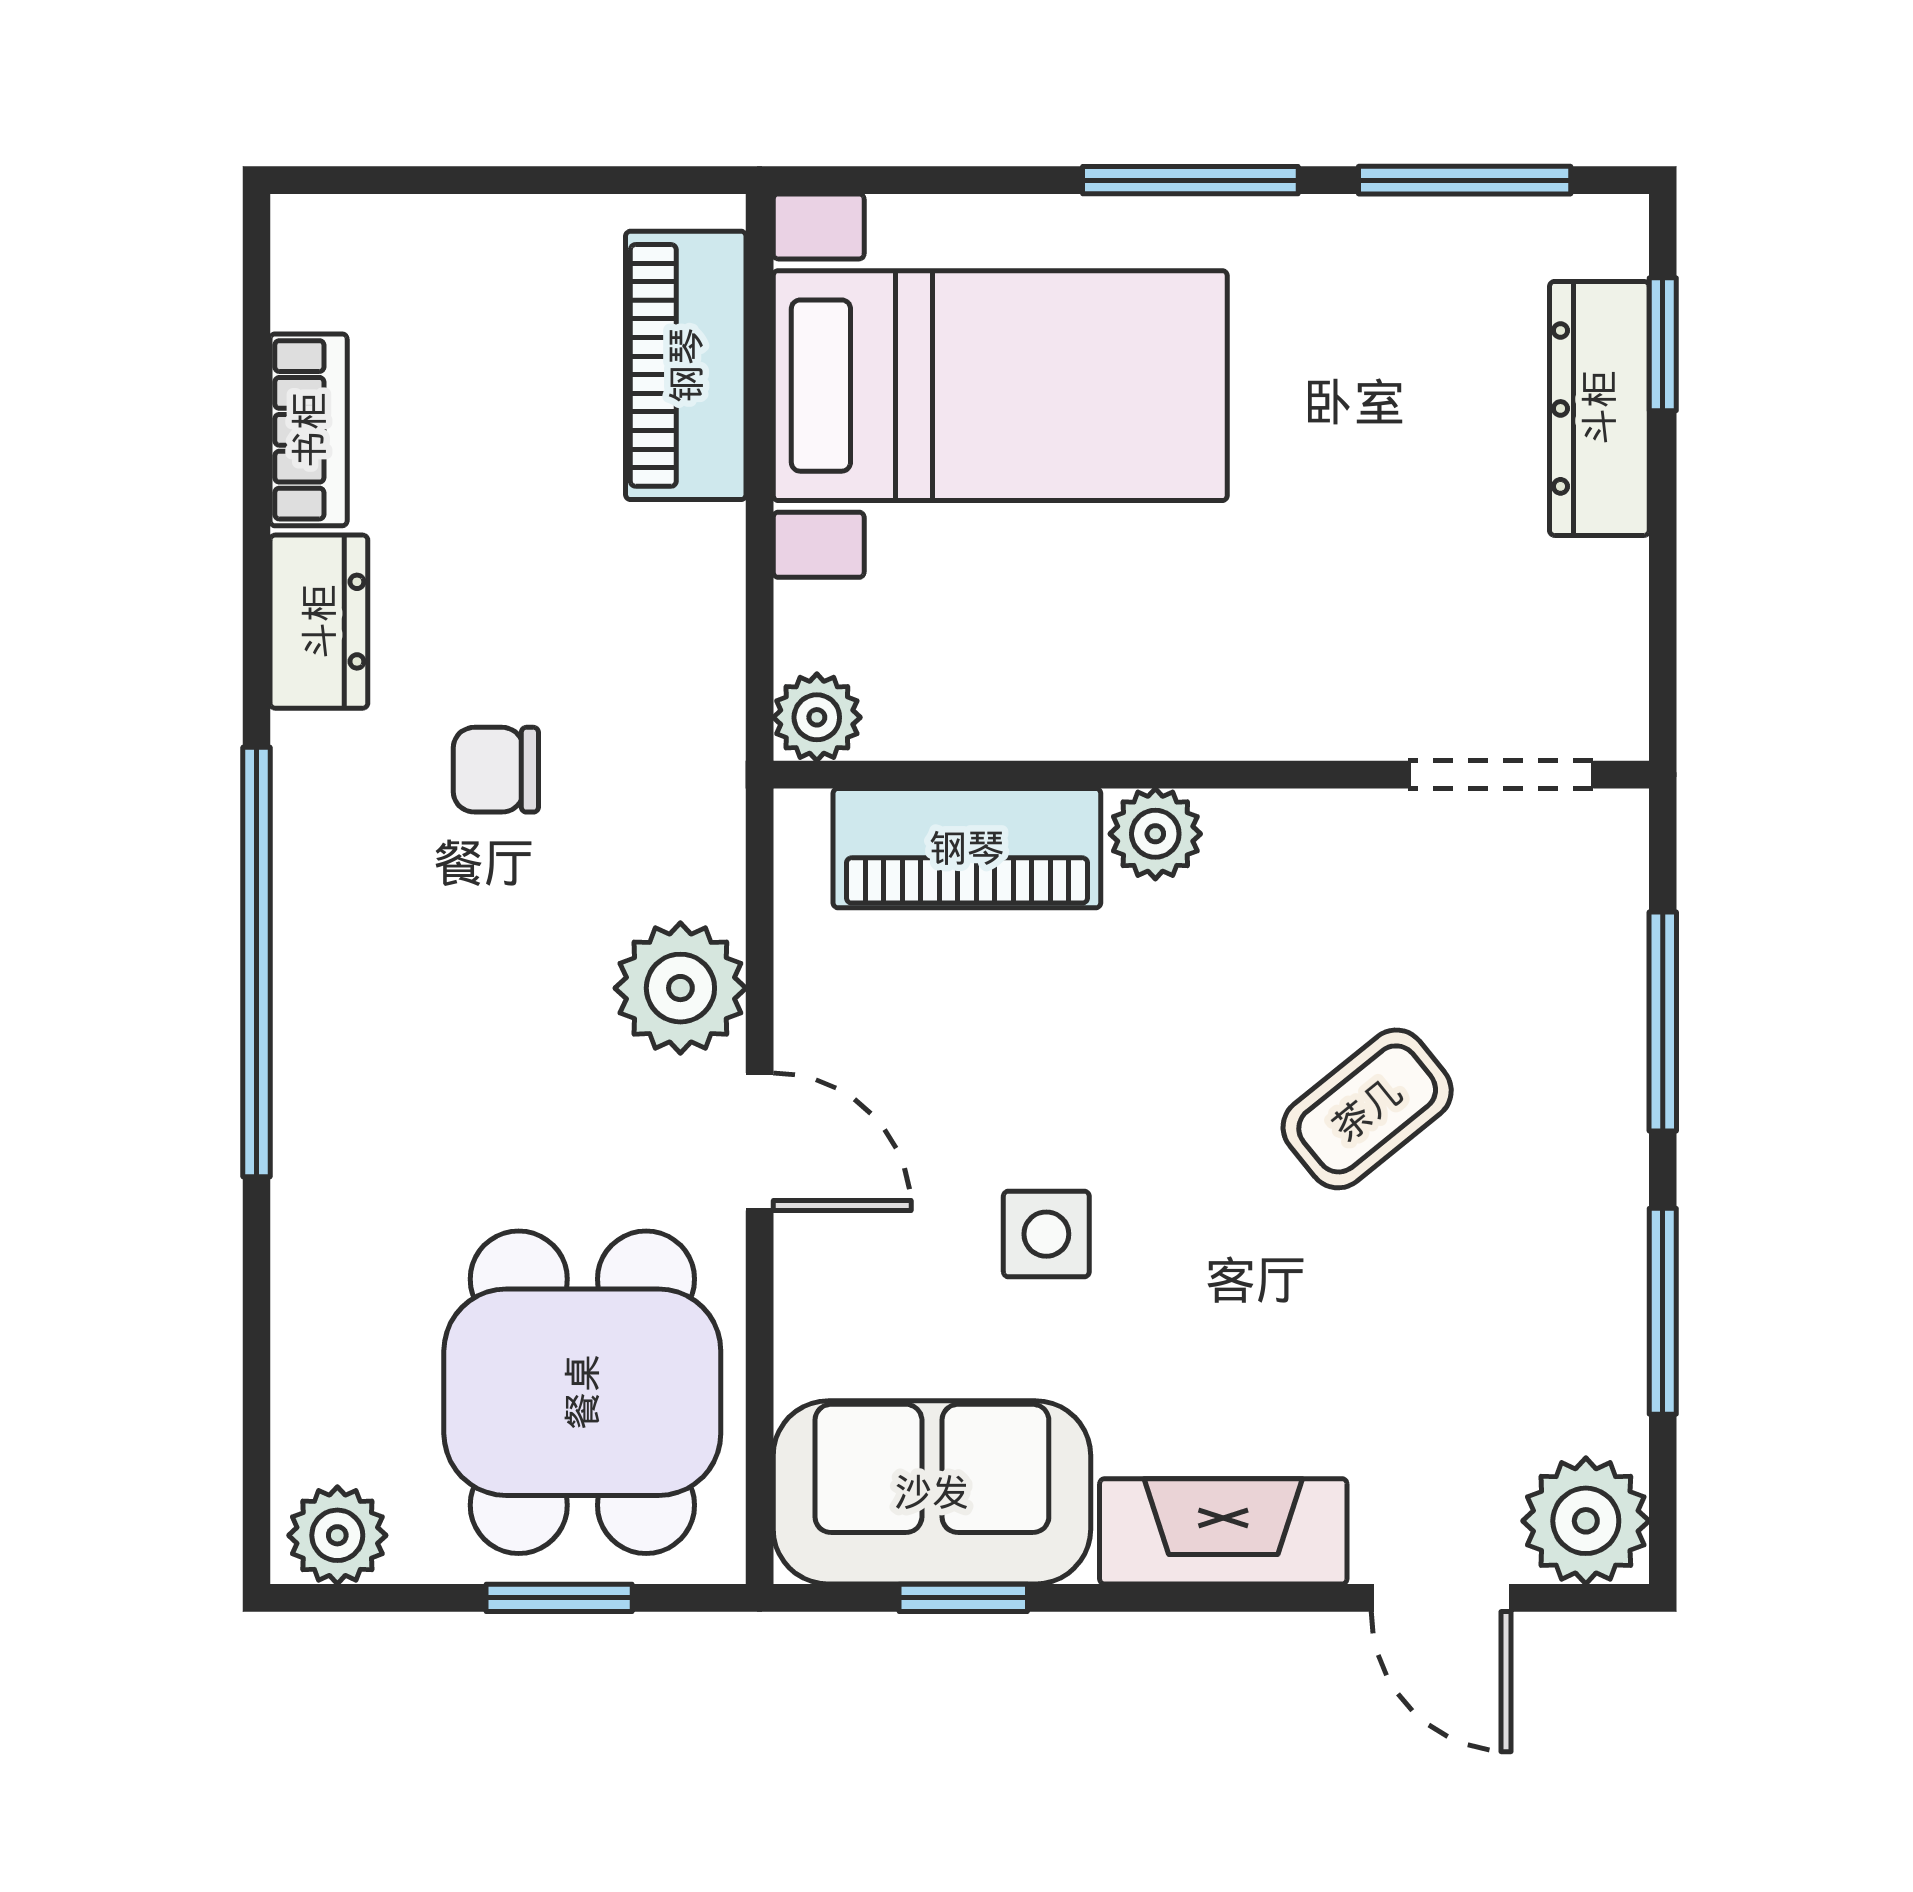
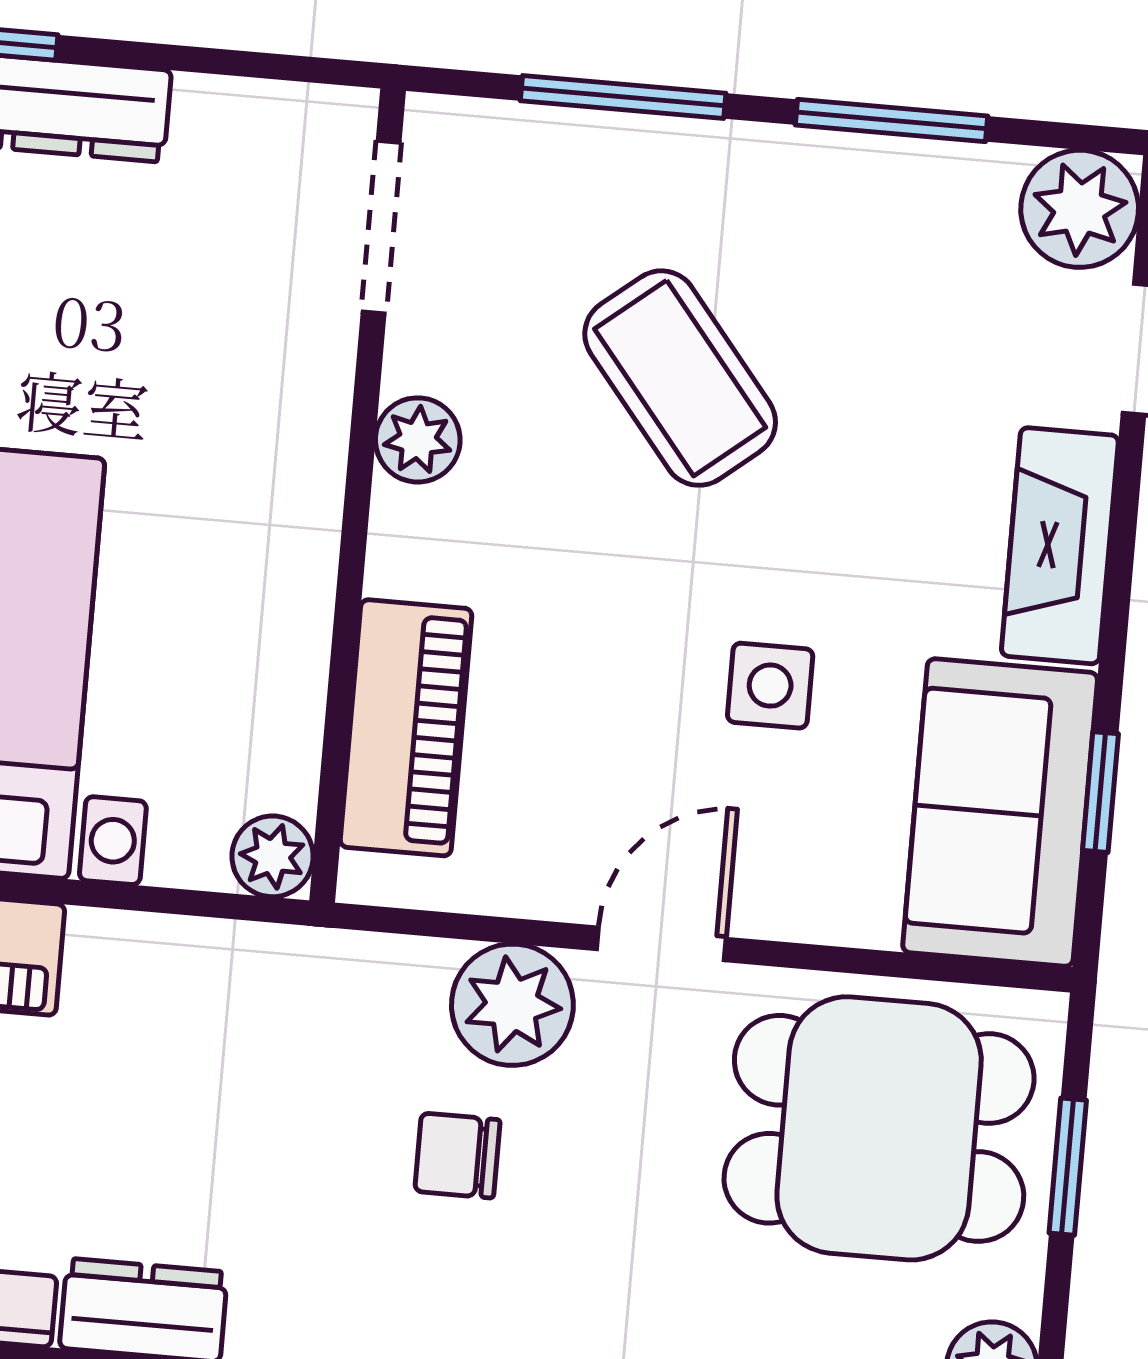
chair: (496, 770) -> (457, 1156), moved, turned 90
plant: (1155, 834) -> (418, 440), moved
coffee table: (1367, 1109) -> (680, 378), width x1.36, depth x1.30

